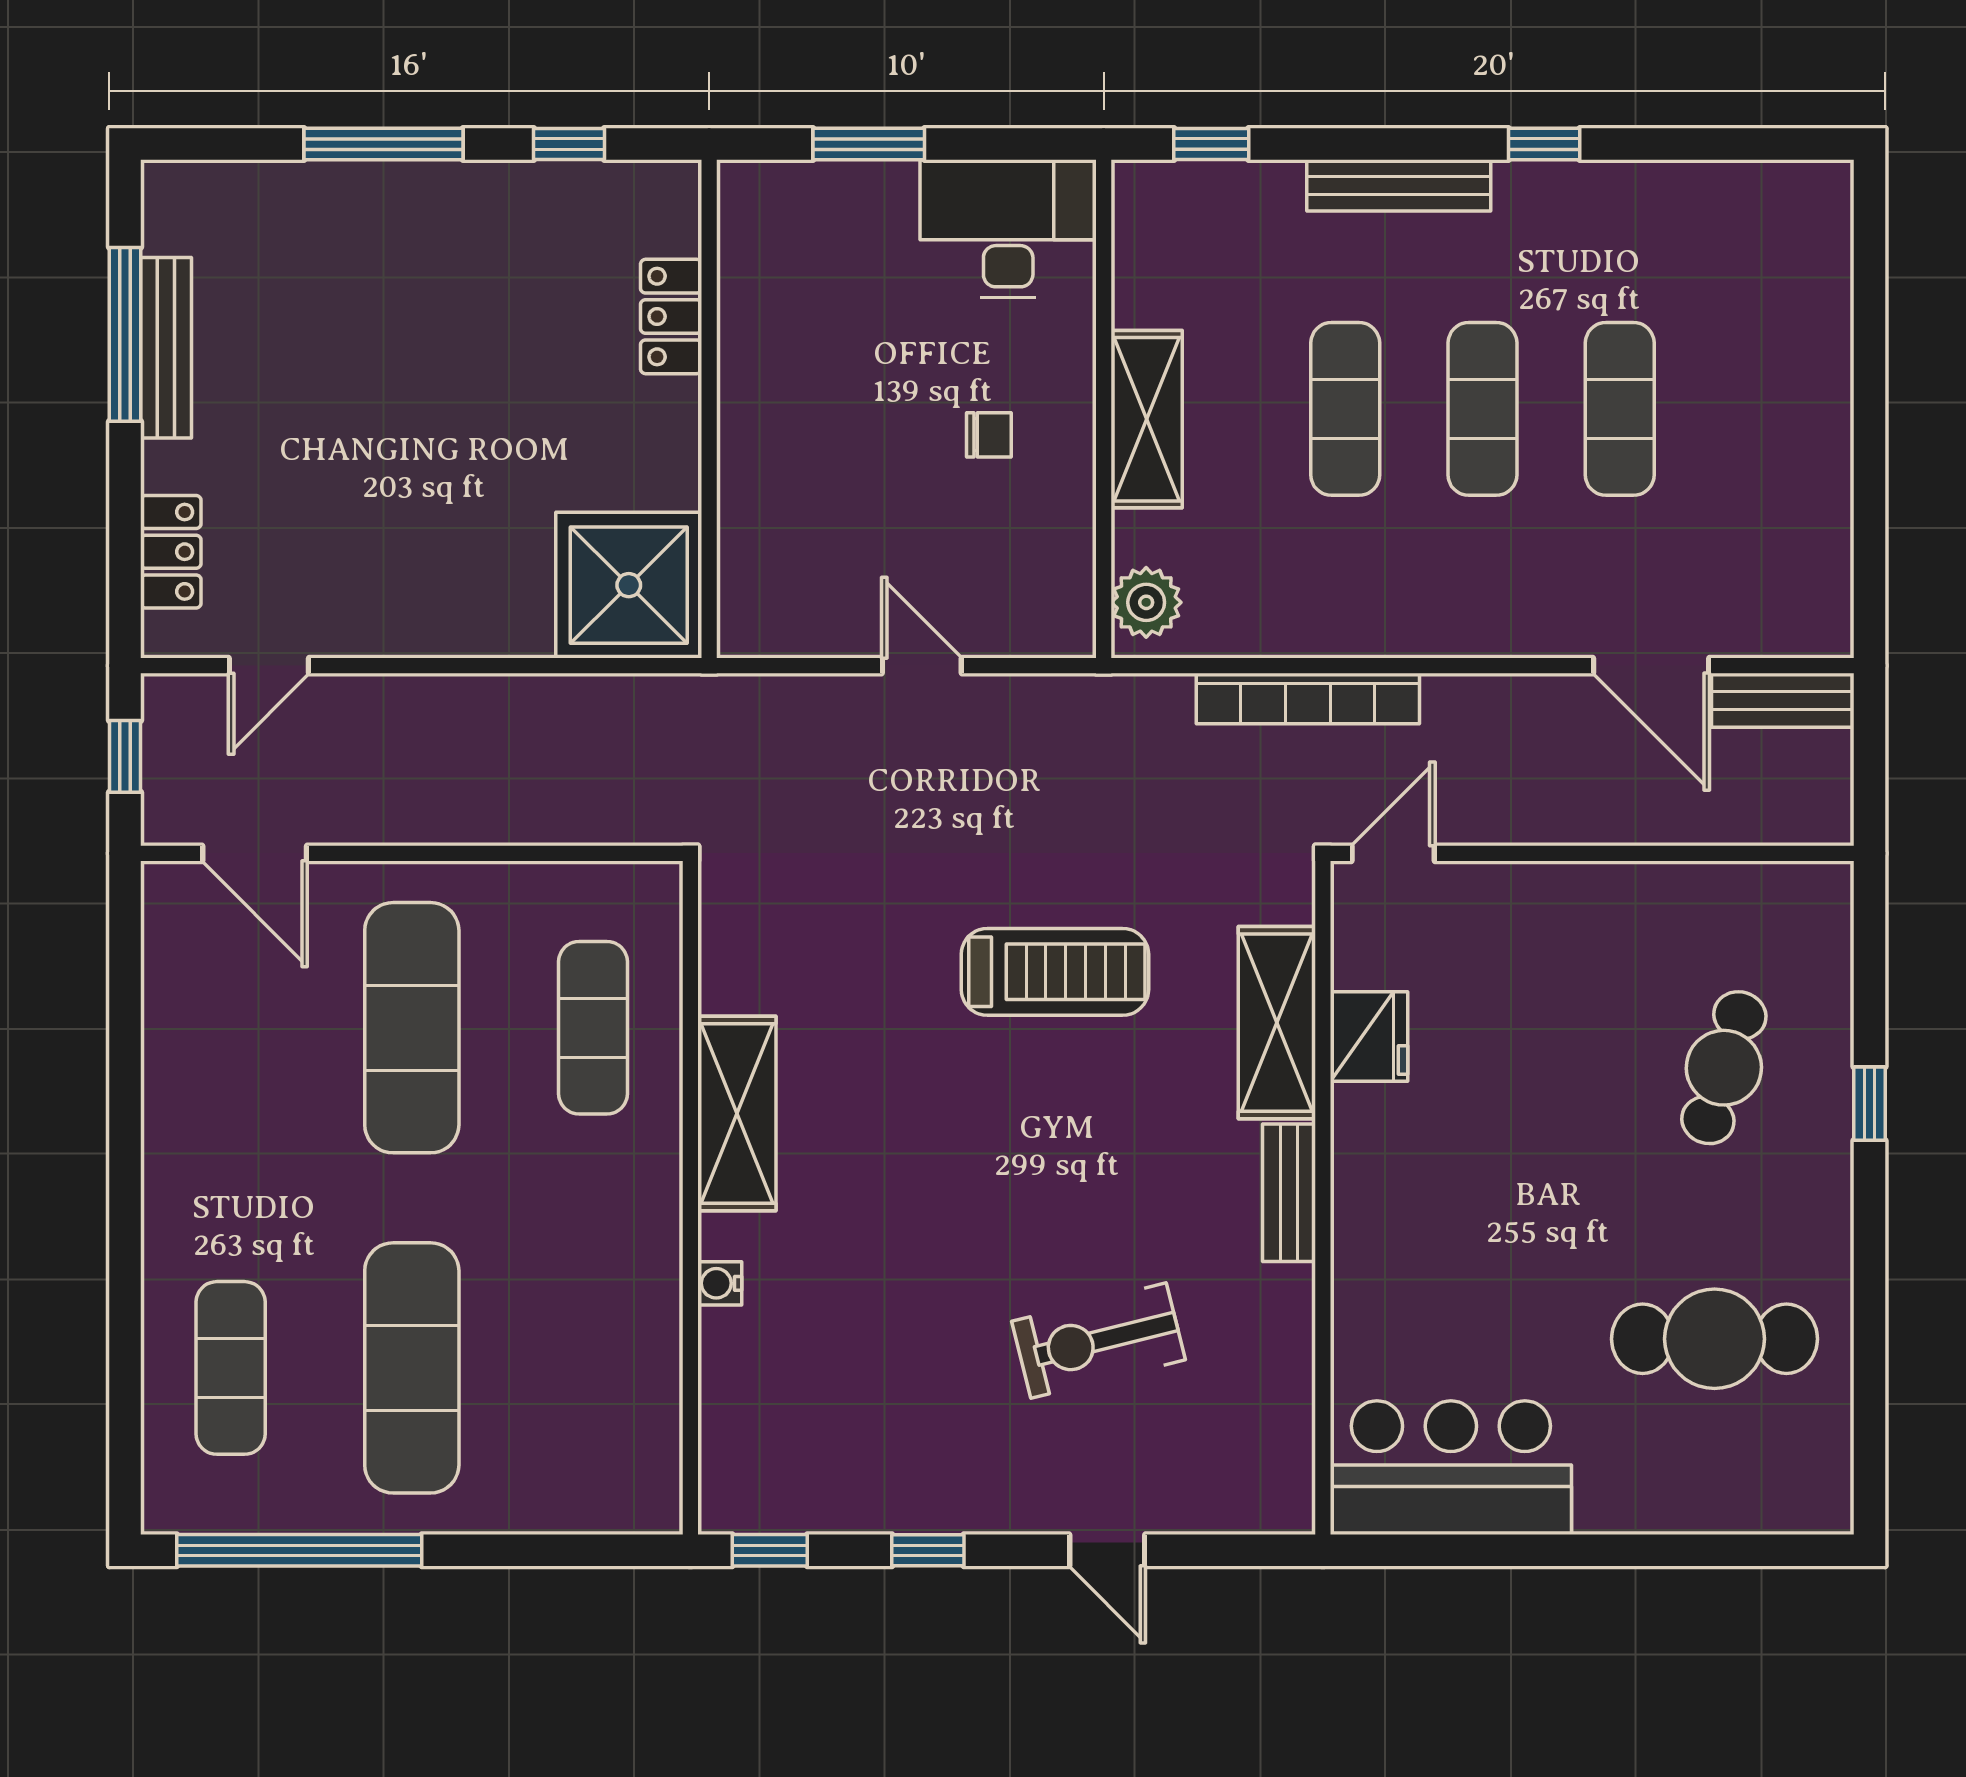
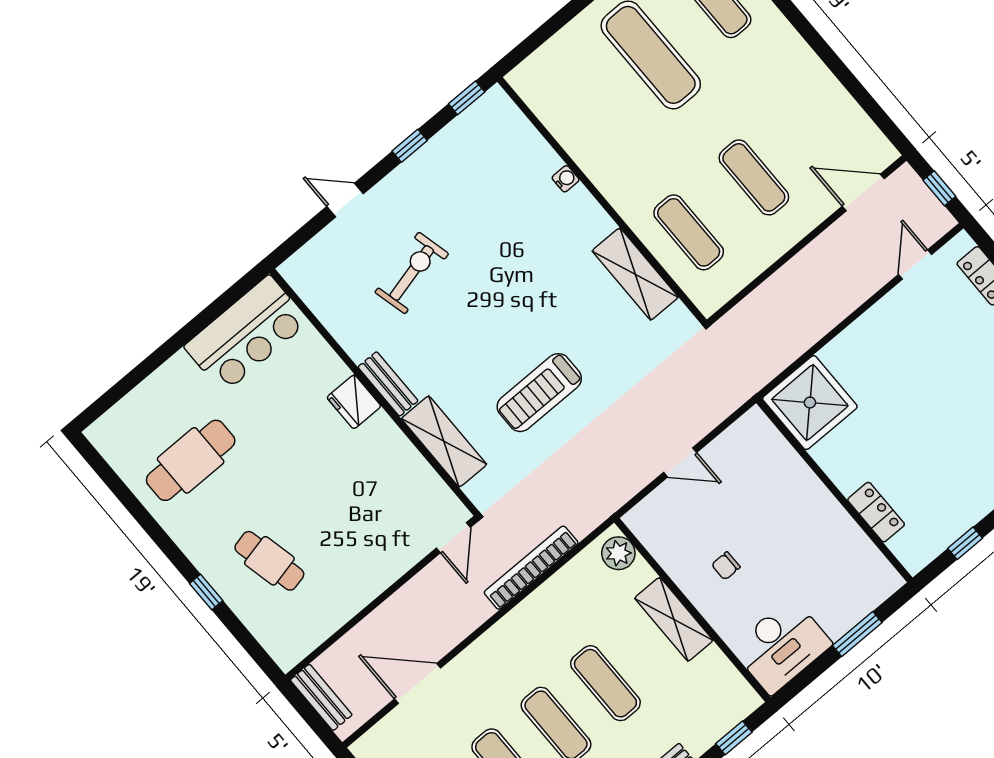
bench: (1783, 700) -> (321, 697), moved, turned 90
exercise mat: (412, 1028) -> (754, 177), width x0.73, depth x0.69
fridge: (1369, 1037) -> (354, 402), moved
cafe table: (1724, 1068) -> (269, 561), turned -30
shelving: (737, 1114) -> (635, 274), moved

